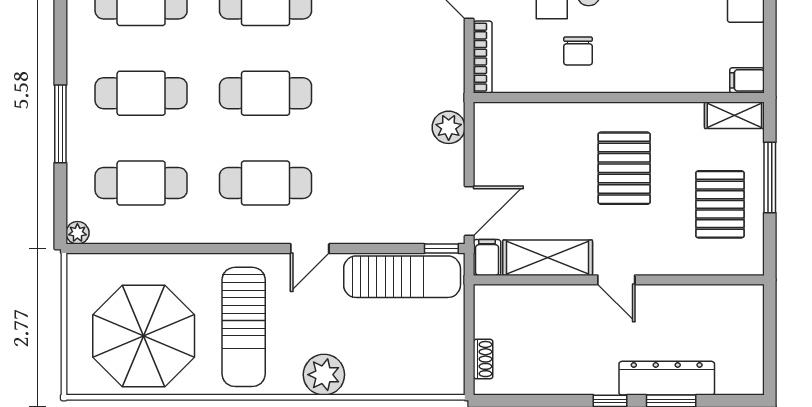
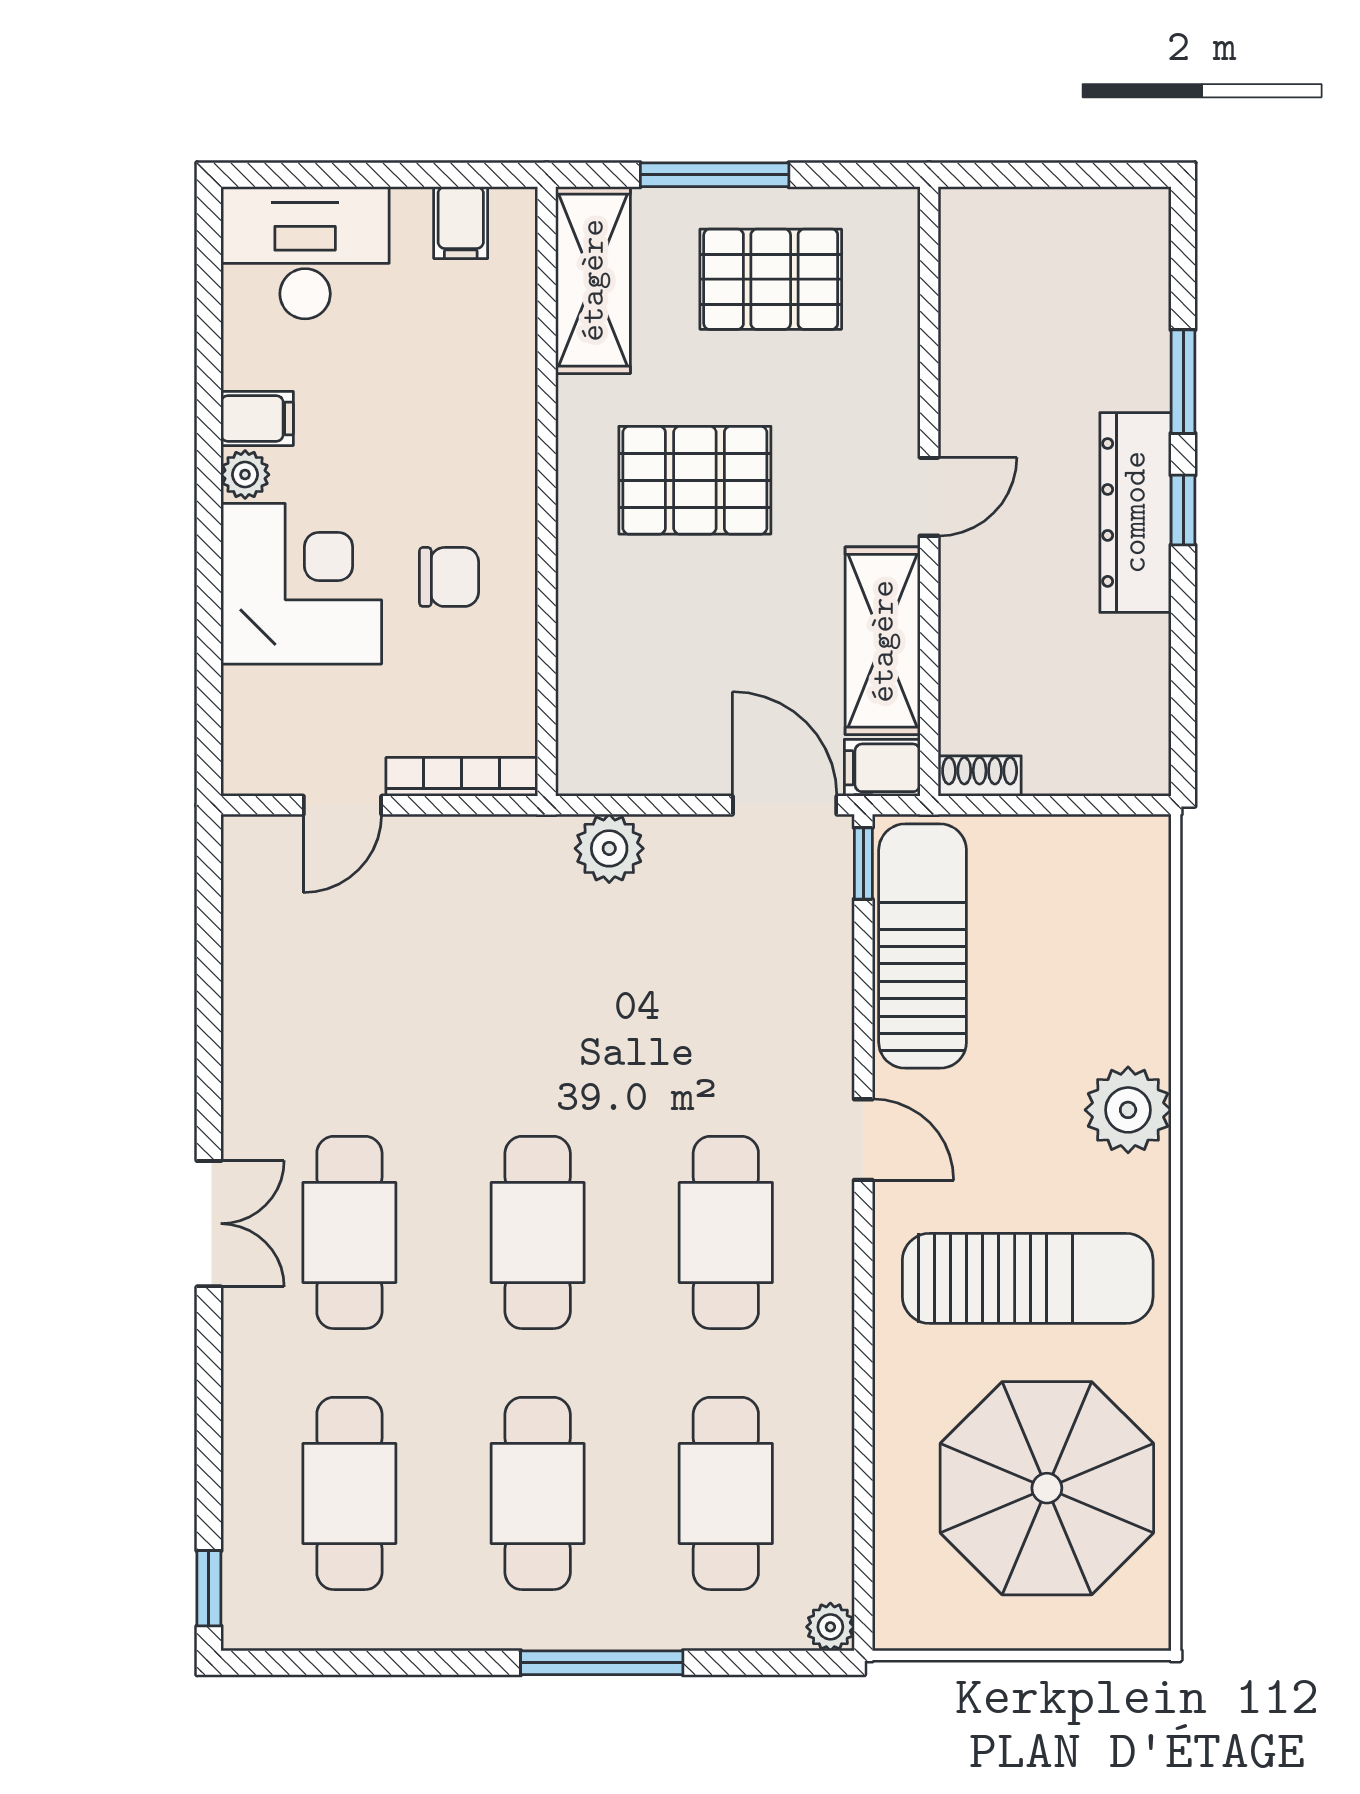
filing cabinet: (747, 80) -> (461, 223), moved
shelving: (734, 115) -> (593, 280), width x1.50, depth x1.33
shoe rack: (483, 359) -> (980, 776), moved
dresser: (667, 378) -> (1135, 512), moved

